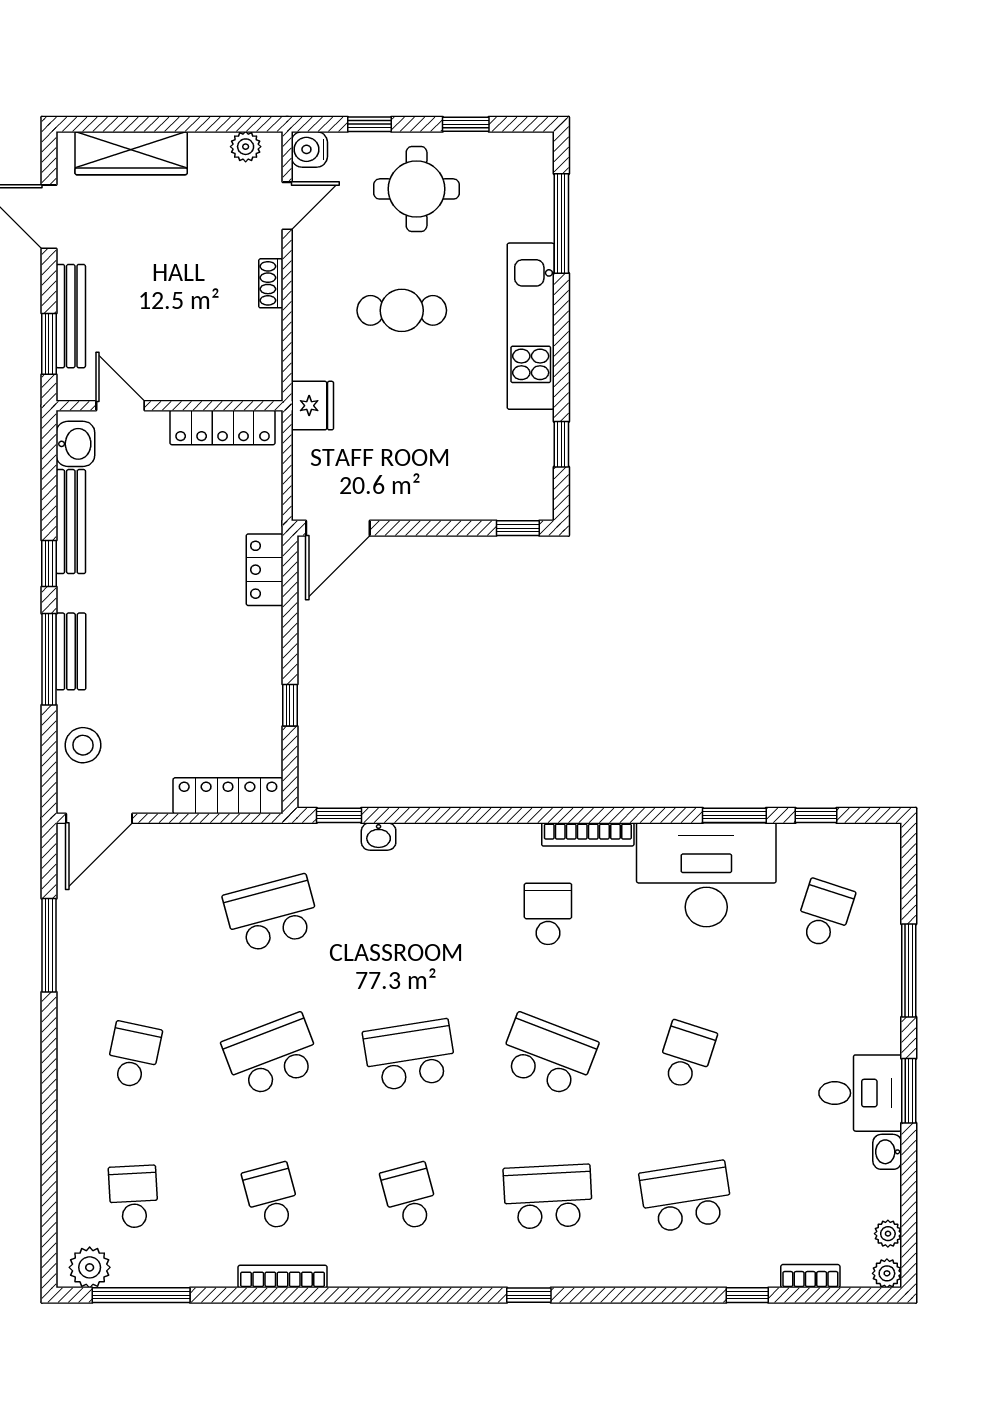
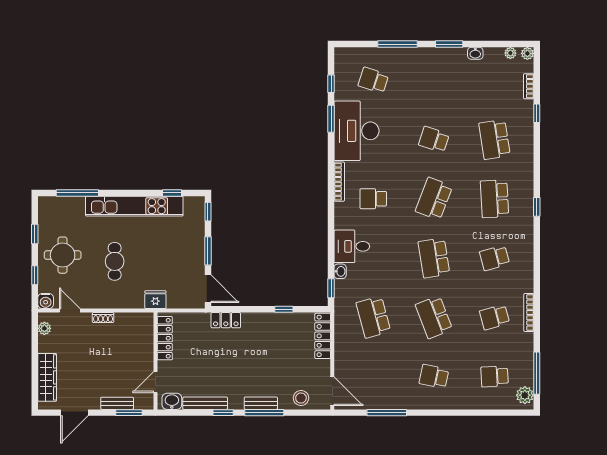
bench: (71, 316) -> (117, 403), width x0.73
kitchen unit: (531, 326) -> (134, 206), width x1.36
window: (426, 528) -> (208, 251), added
desk: (860, 1093) -> (352, 246), moved, turned -90

